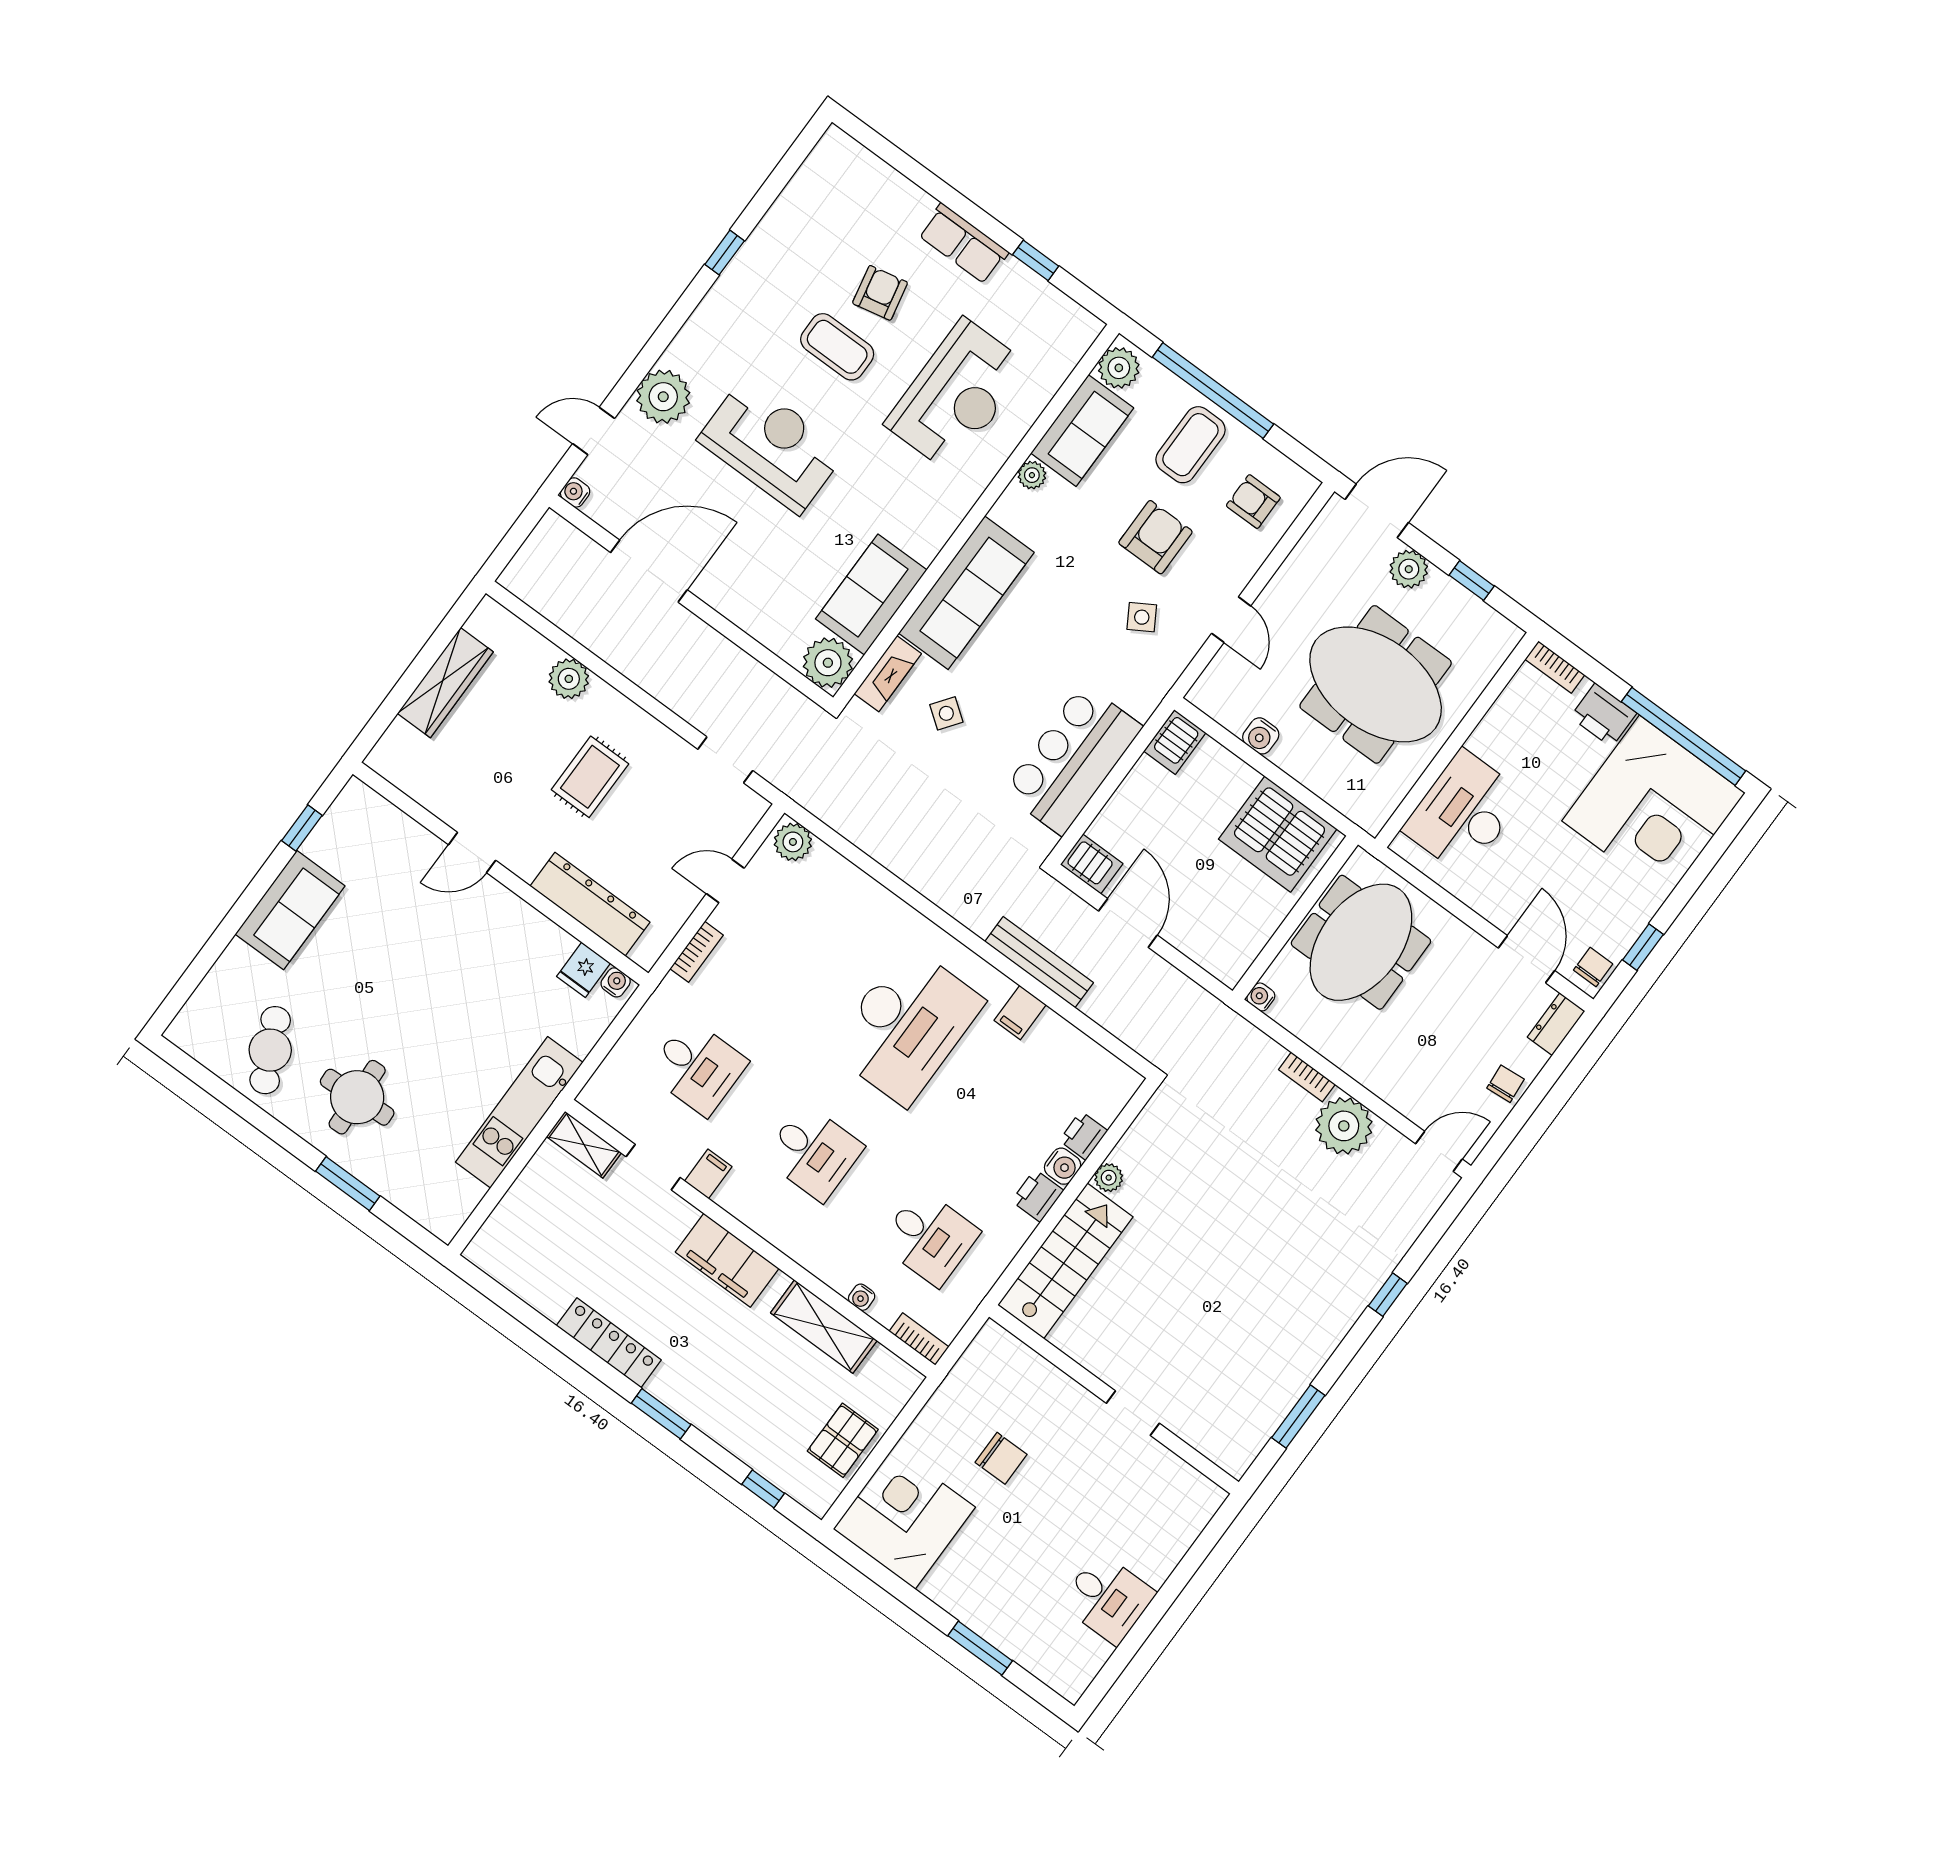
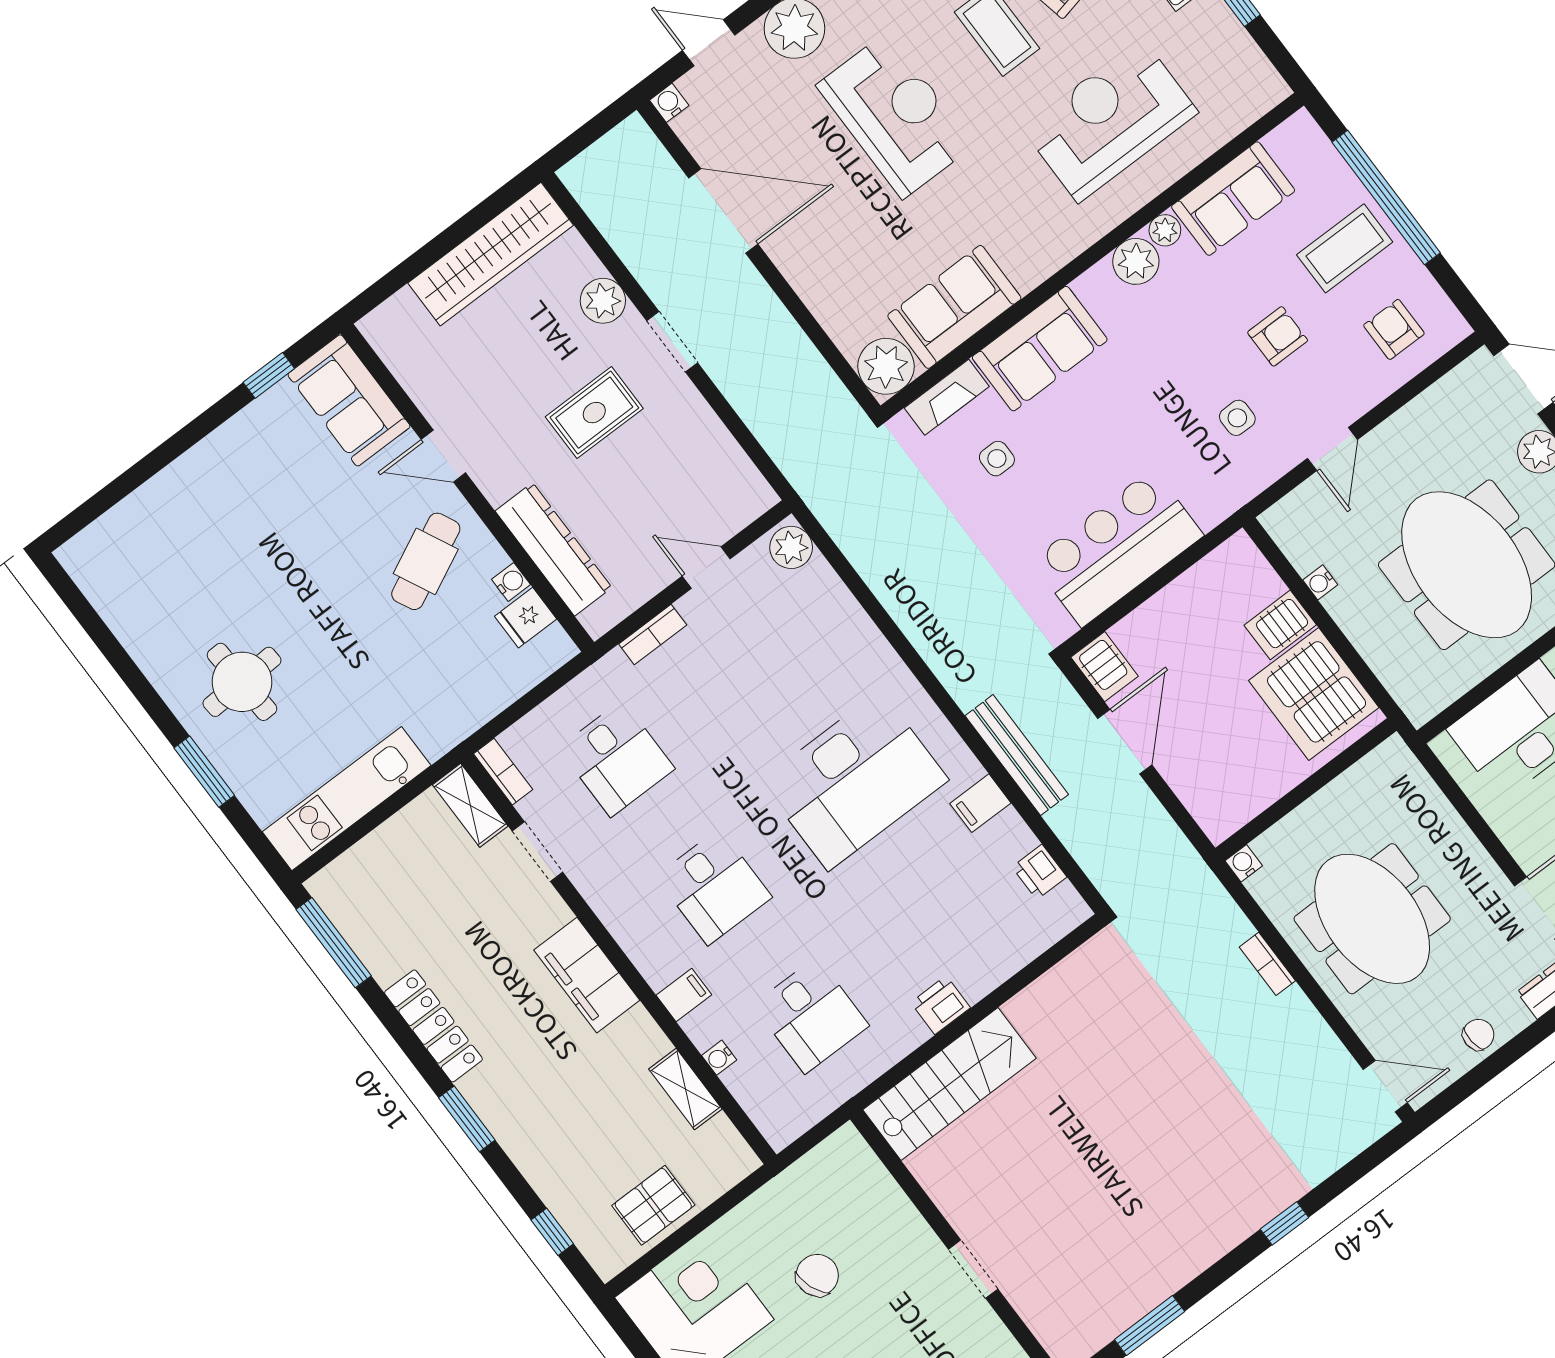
plant: (1119, 368) -> (1136, 261), moved
reception desk: (957, 395) -> (1110, 120), turned 180
armchair: (1155, 537) -> (1278, 336), width x0.72, depth x0.72
sofa: (966, 593) -> (1040, 349), width x0.73
side table: (1142, 617) -> (1237, 418), turned 31
wardrobe: (445, 683) -> (491, 254), width x1.40, depth x1.17
side table: (946, 713) -> (997, 459), turned -36
water cooler: (1261, 736) -> (1320, 582), width x0.72, depth x0.72
server rack: (1175, 742) -> (1280, 625), moved
doorway: (725, 760) -> (672, 342), moved
sofa: (290, 910) -> (349, 400), moved, turned 90
meeting table: (1361, 942) -> (1372, 919), moved, turned 90
water cooler: (616, 982) -> (511, 582), moved
cafe table: (270, 1050) -> (426, 561), moved
kitchen unit: (519, 1112) -> (347, 799), moved
plant: (1344, 1126) -> (1291, 1028), removed
printer: (1083, 1136) -> (1039, 872), moved, turned -90
water cooler: (1062, 1166) -> (977, 981), removed
filing cabinet: (708, 1174) -> (684, 995), moved
plant: (1109, 1178) -> (1023, 1009), removed
window: (502, 1297) -> (334, 943), added
shelving: (824, 1327) -> (685, 1089), width x0.67, depth x0.75
bookcase: (919, 1339) -> (503, 772), moved
chair: (1001, 1458) -> (817, 1275), turned -111

